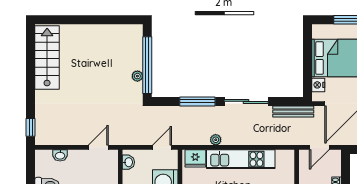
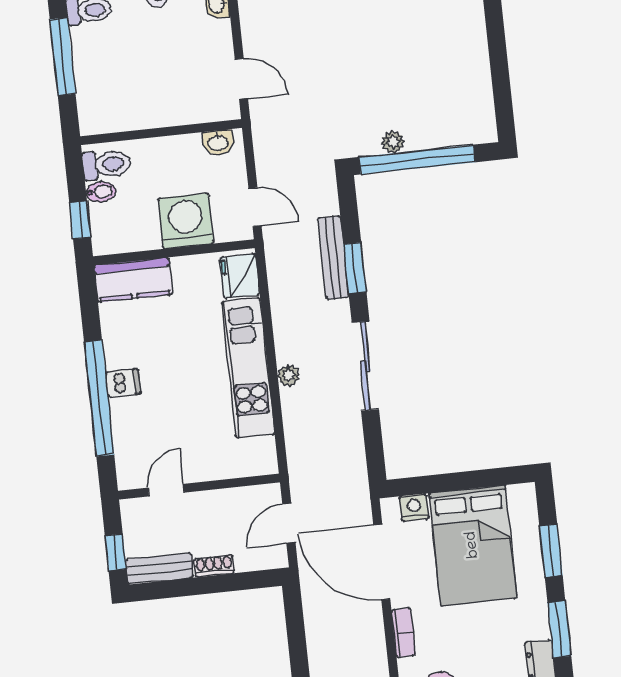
window: (197, 101) -> (355, 268), width x0.69
bench: (293, 112) -> (333, 257), moved
plant: (216, 140) -> (289, 375), moved
door: (319, 147) -> (289, 523), hinge flipped

